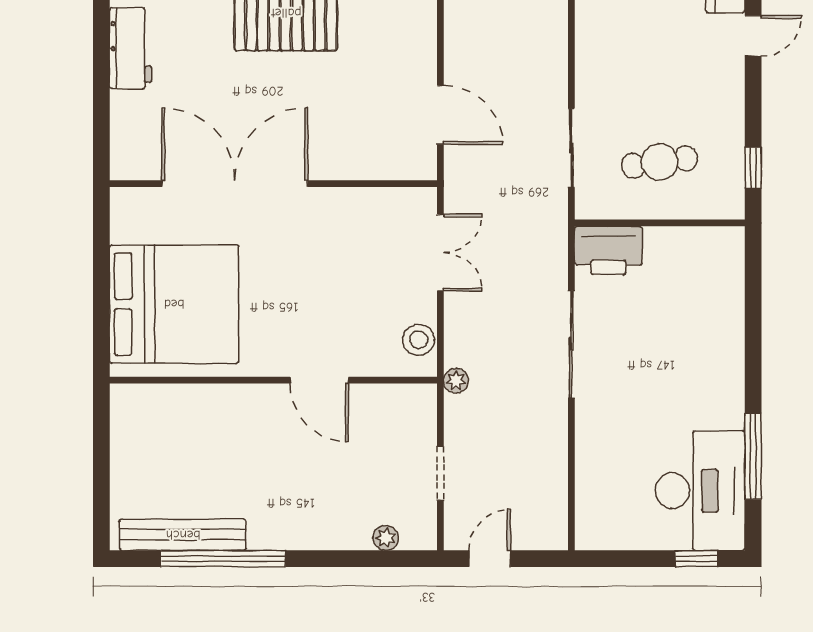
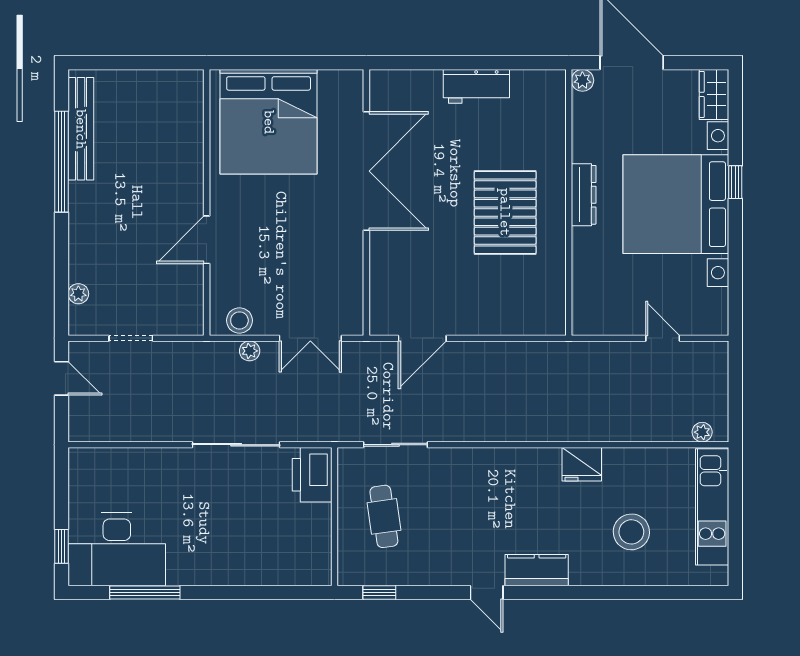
plant: (456, 381) -> (250, 351), moved

